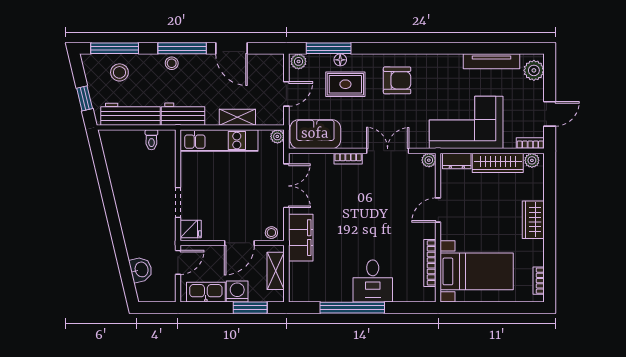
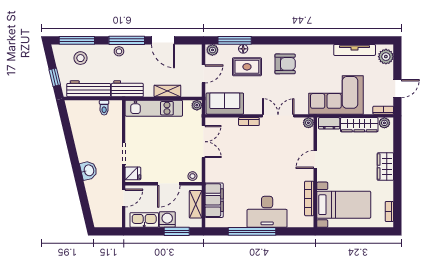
filing cabinet: (301, 238) -> (214, 200), moved
washbasin: (141, 270) -> (89, 170), moved
desk: (373, 281) -> (267, 212), width x1.37

